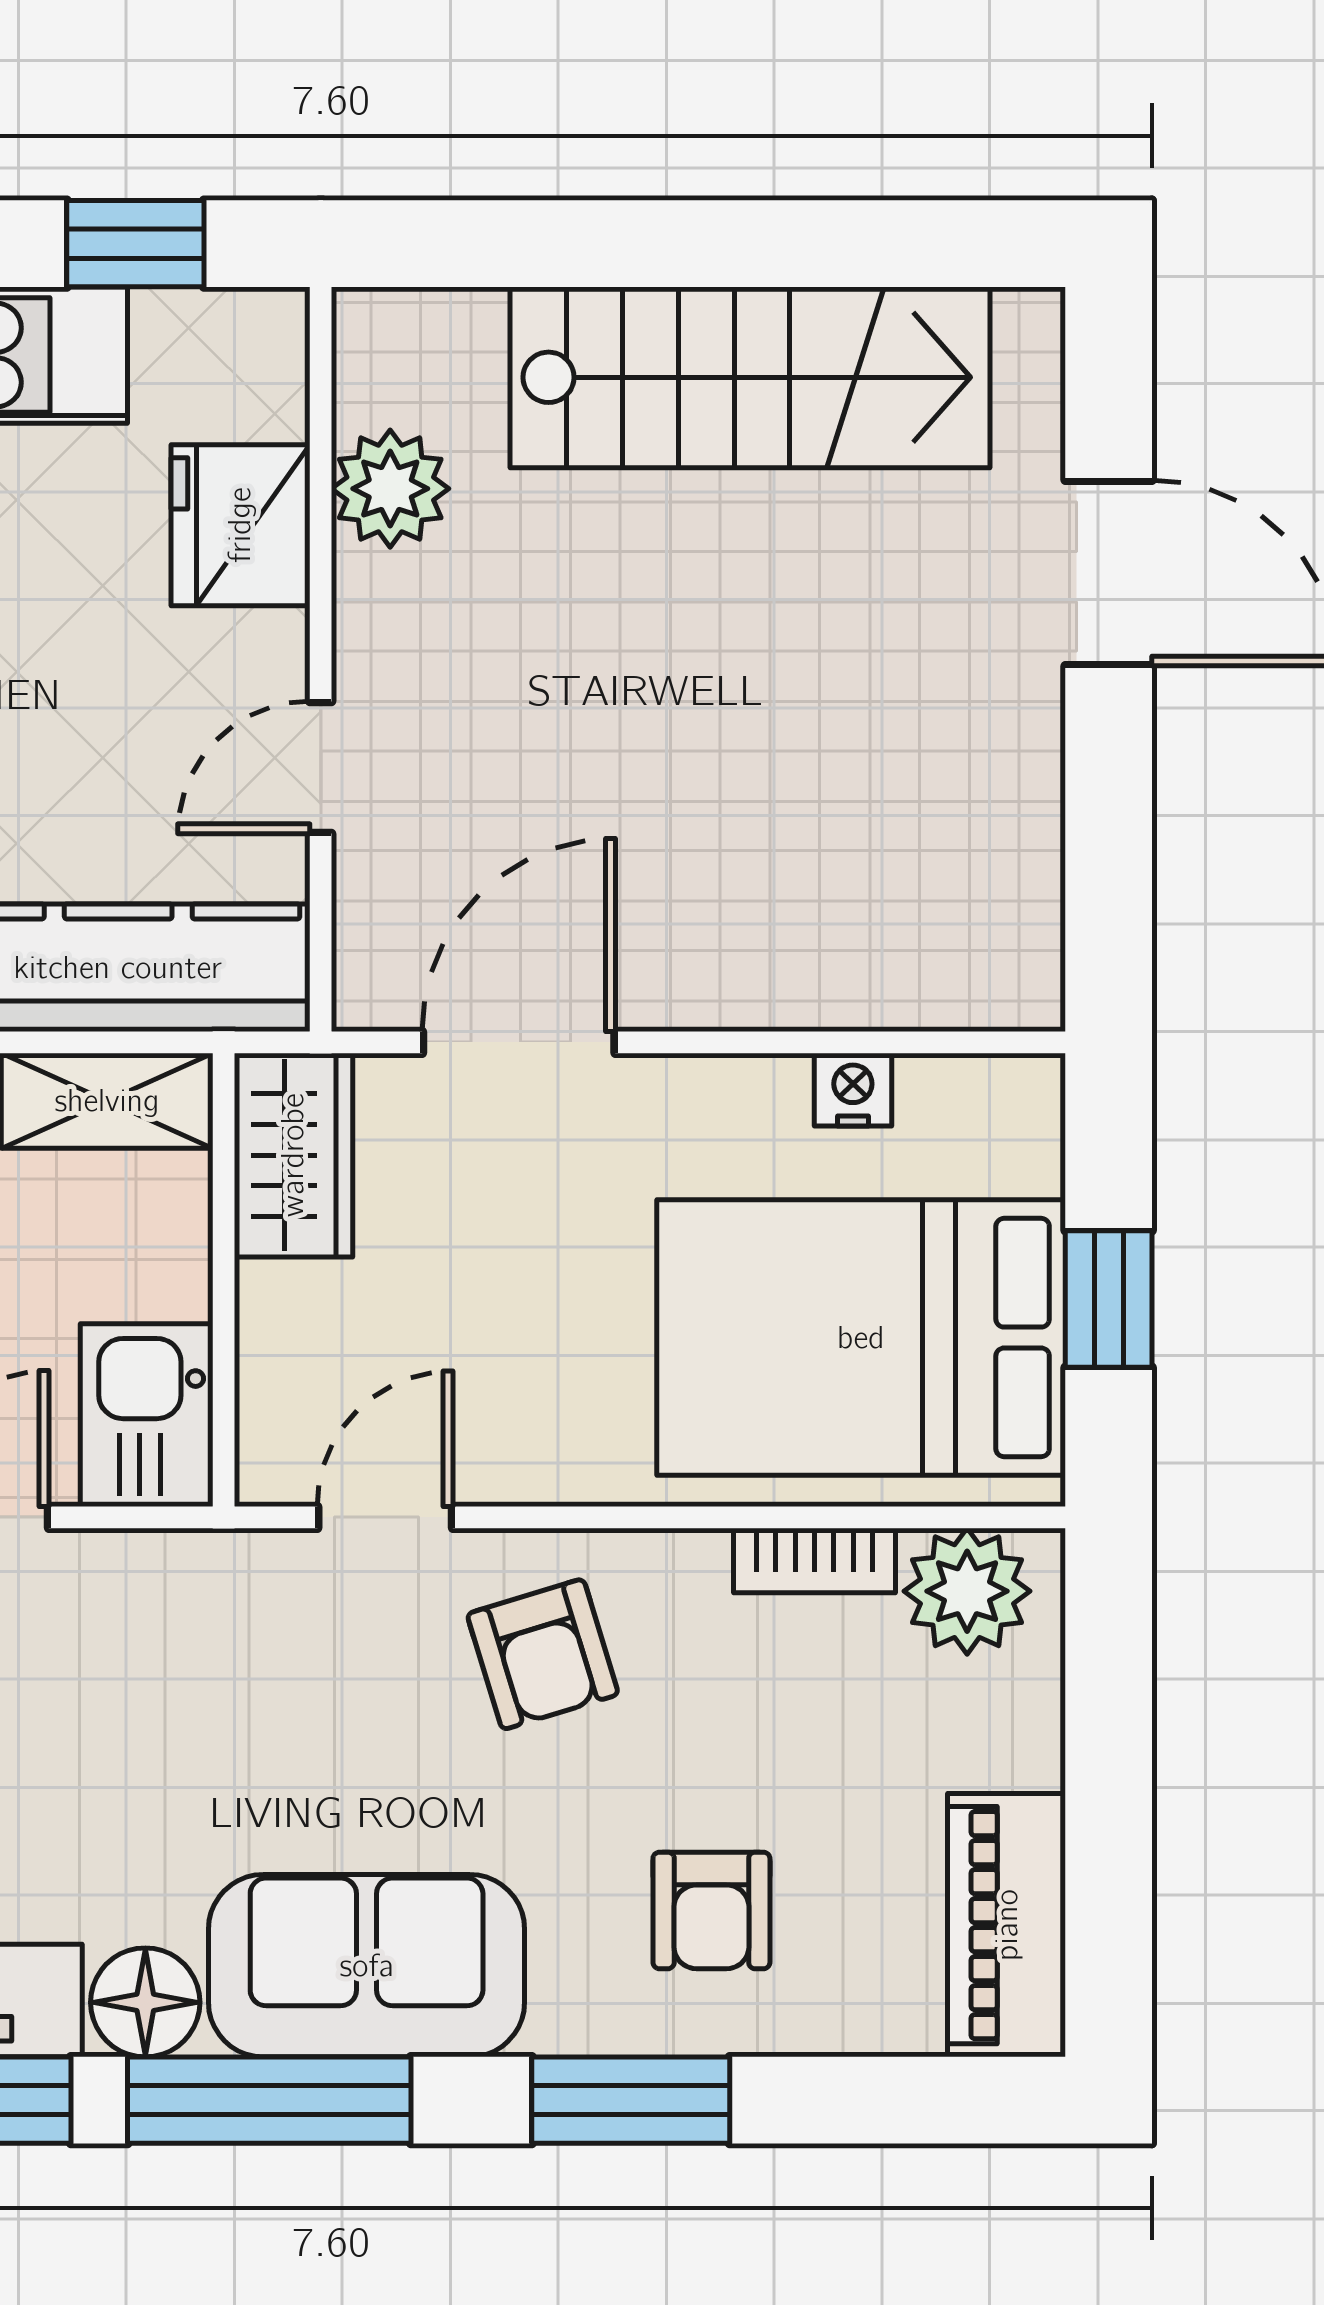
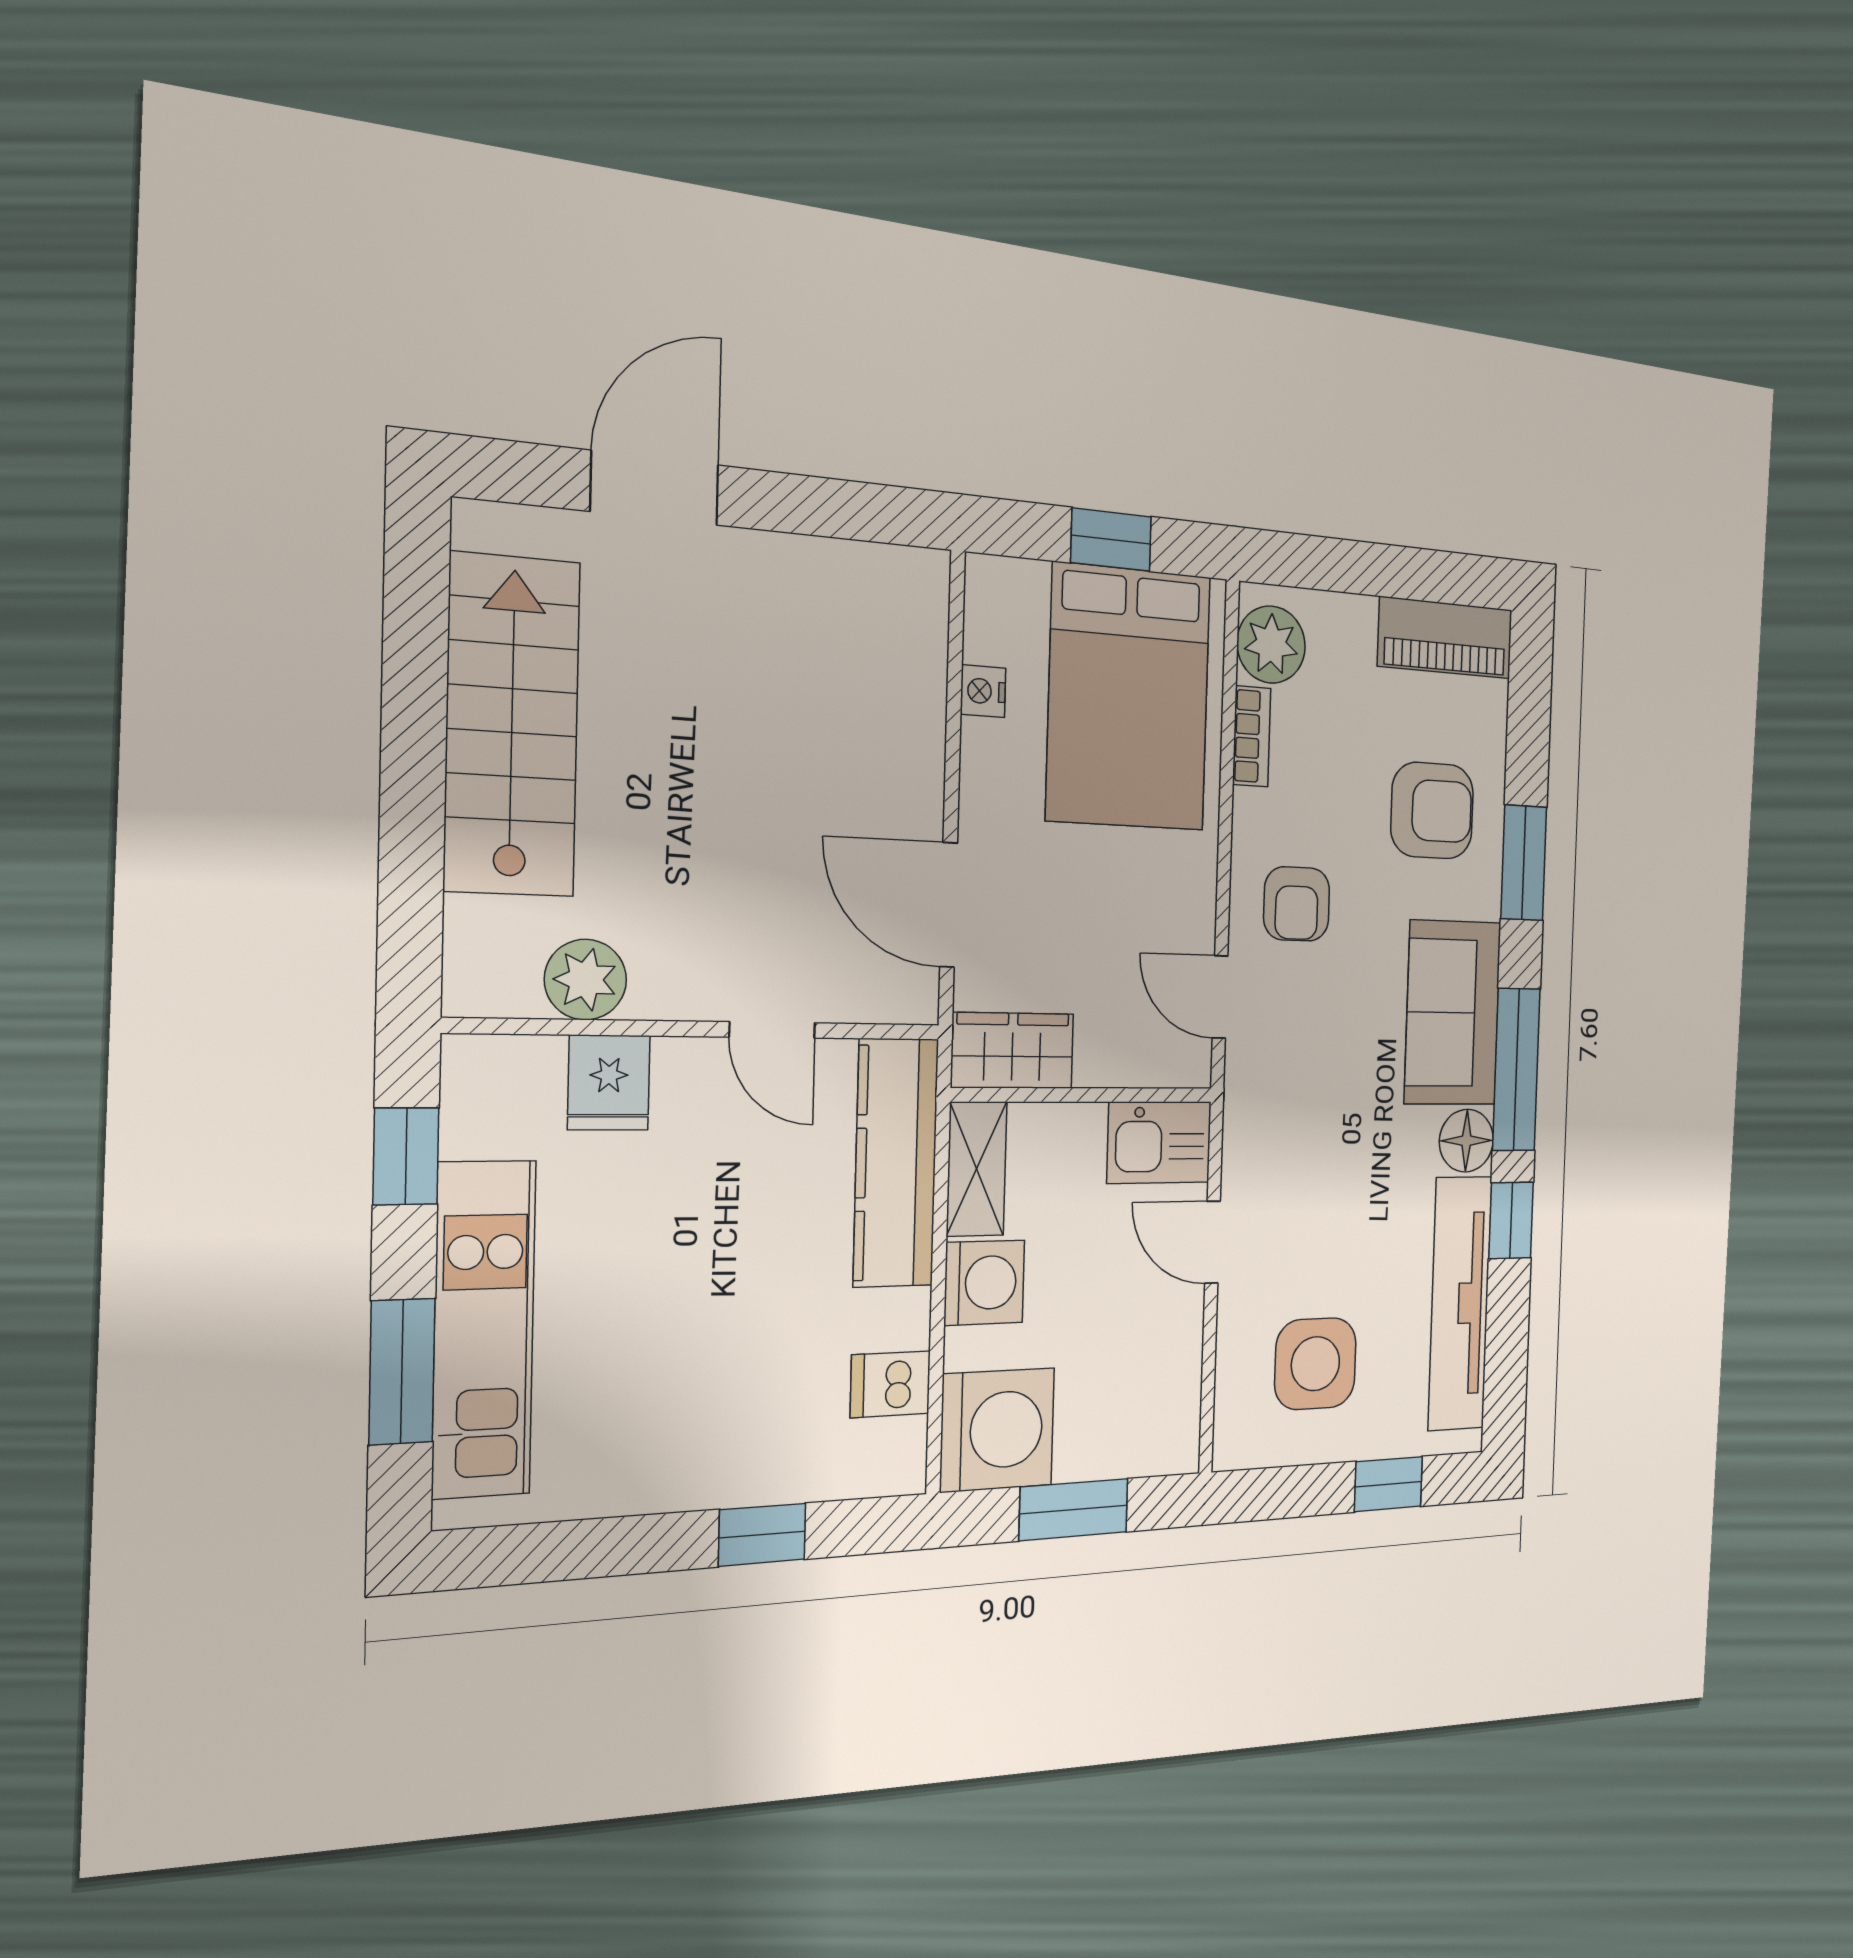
fridge: (240, 525) -> (609, 1083), width x0.72
armchair: (543, 1654) -> (1297, 904), turned 107
armchair: (711, 1910) -> (1432, 811), width x1.38, depth x1.38

